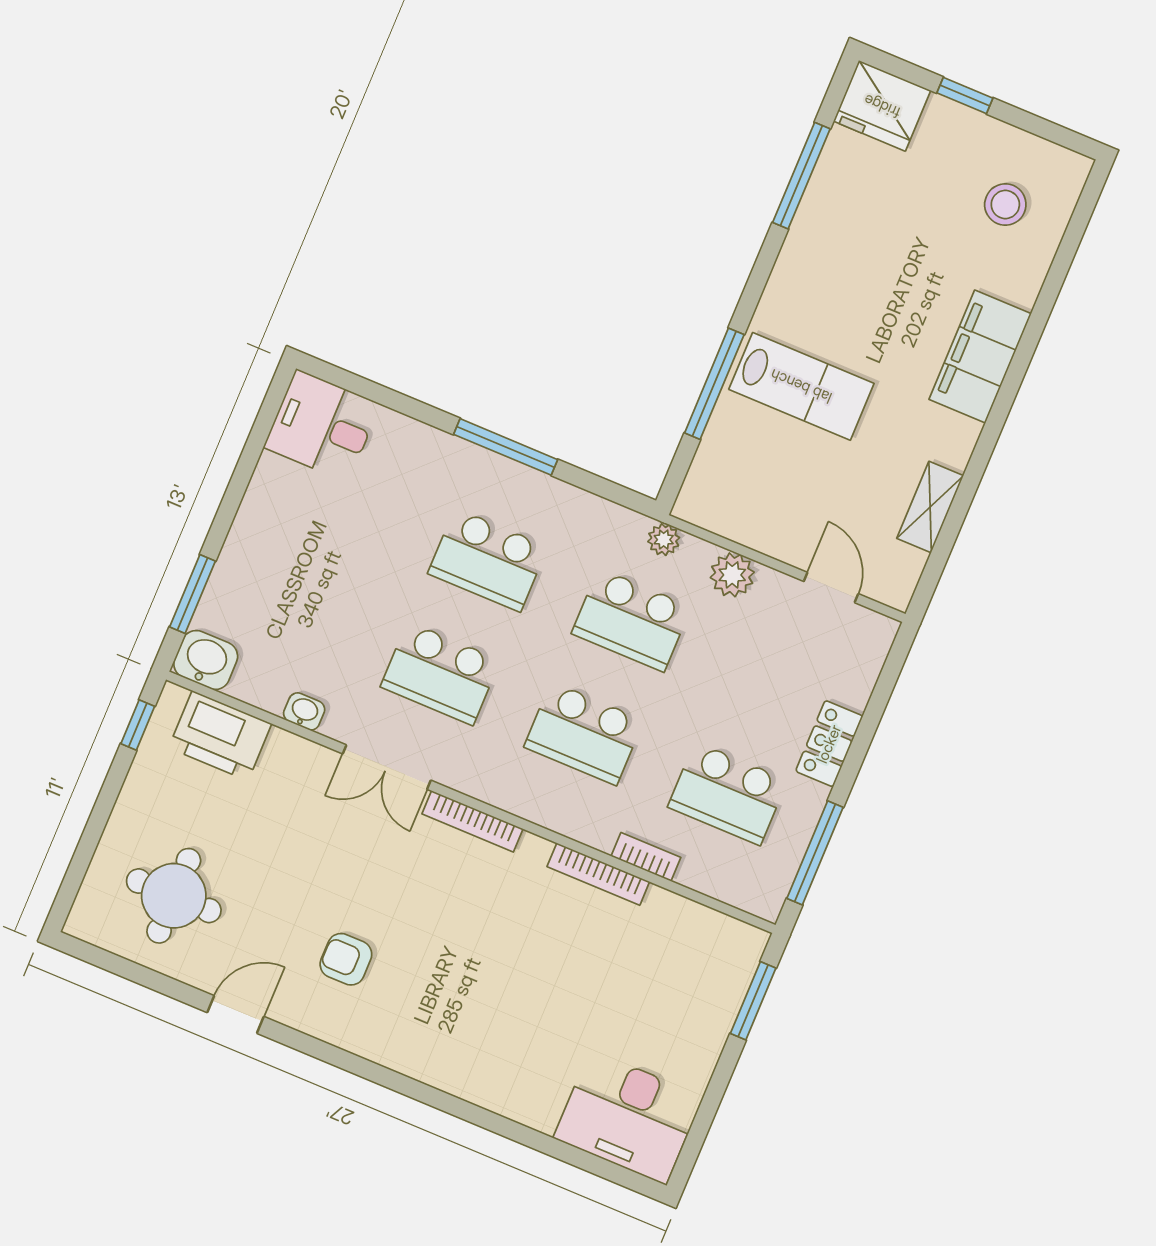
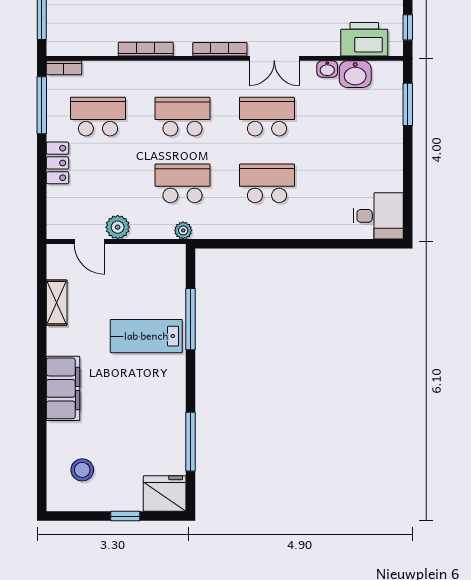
window: (506, 447) -> (282, 244), removed
plant: (732, 575) -> (118, 227), moved
washbasin: (206, 660) -> (355, 74), moved
double door: (387, 767) -> (274, 58), swing flipped
bookcase: (646, 857) -> (64, 68), moved

